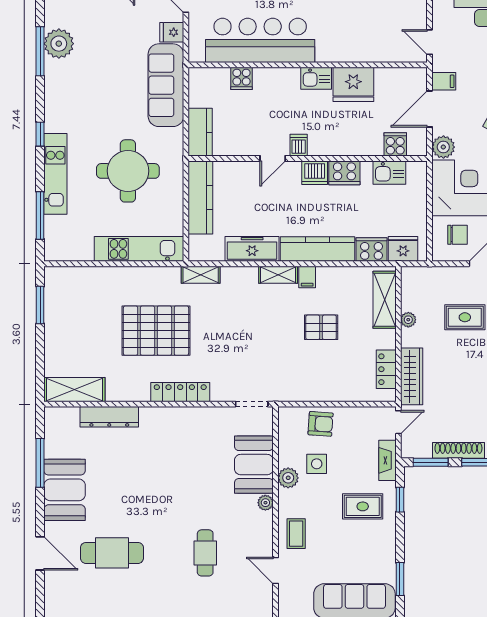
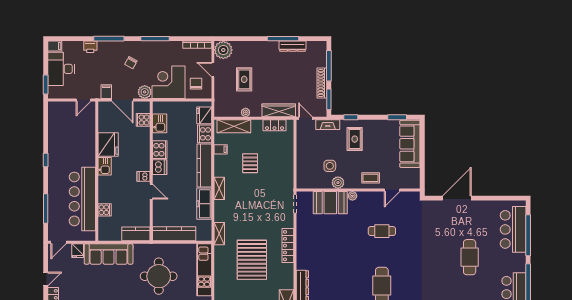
filing cabinet: (307, 277) -> (221, 149), moved
armchair: (321, 424) -> (306, 164), removed

